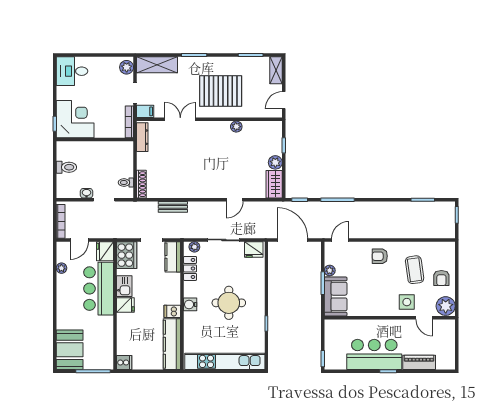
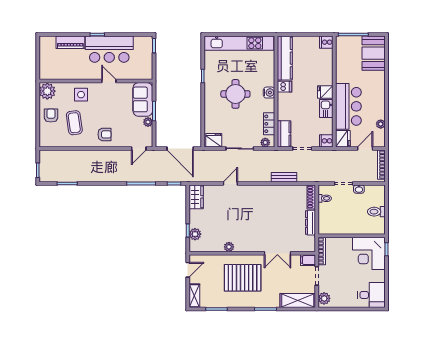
dresser: (142, 137) -> (310, 223), moved
plant: (275, 162) -> (195, 234), moved
cooker: (127, 255) -> (326, 141), width x0.53, depth x0.76
door: (424, 318) -> (109, 81), moved

